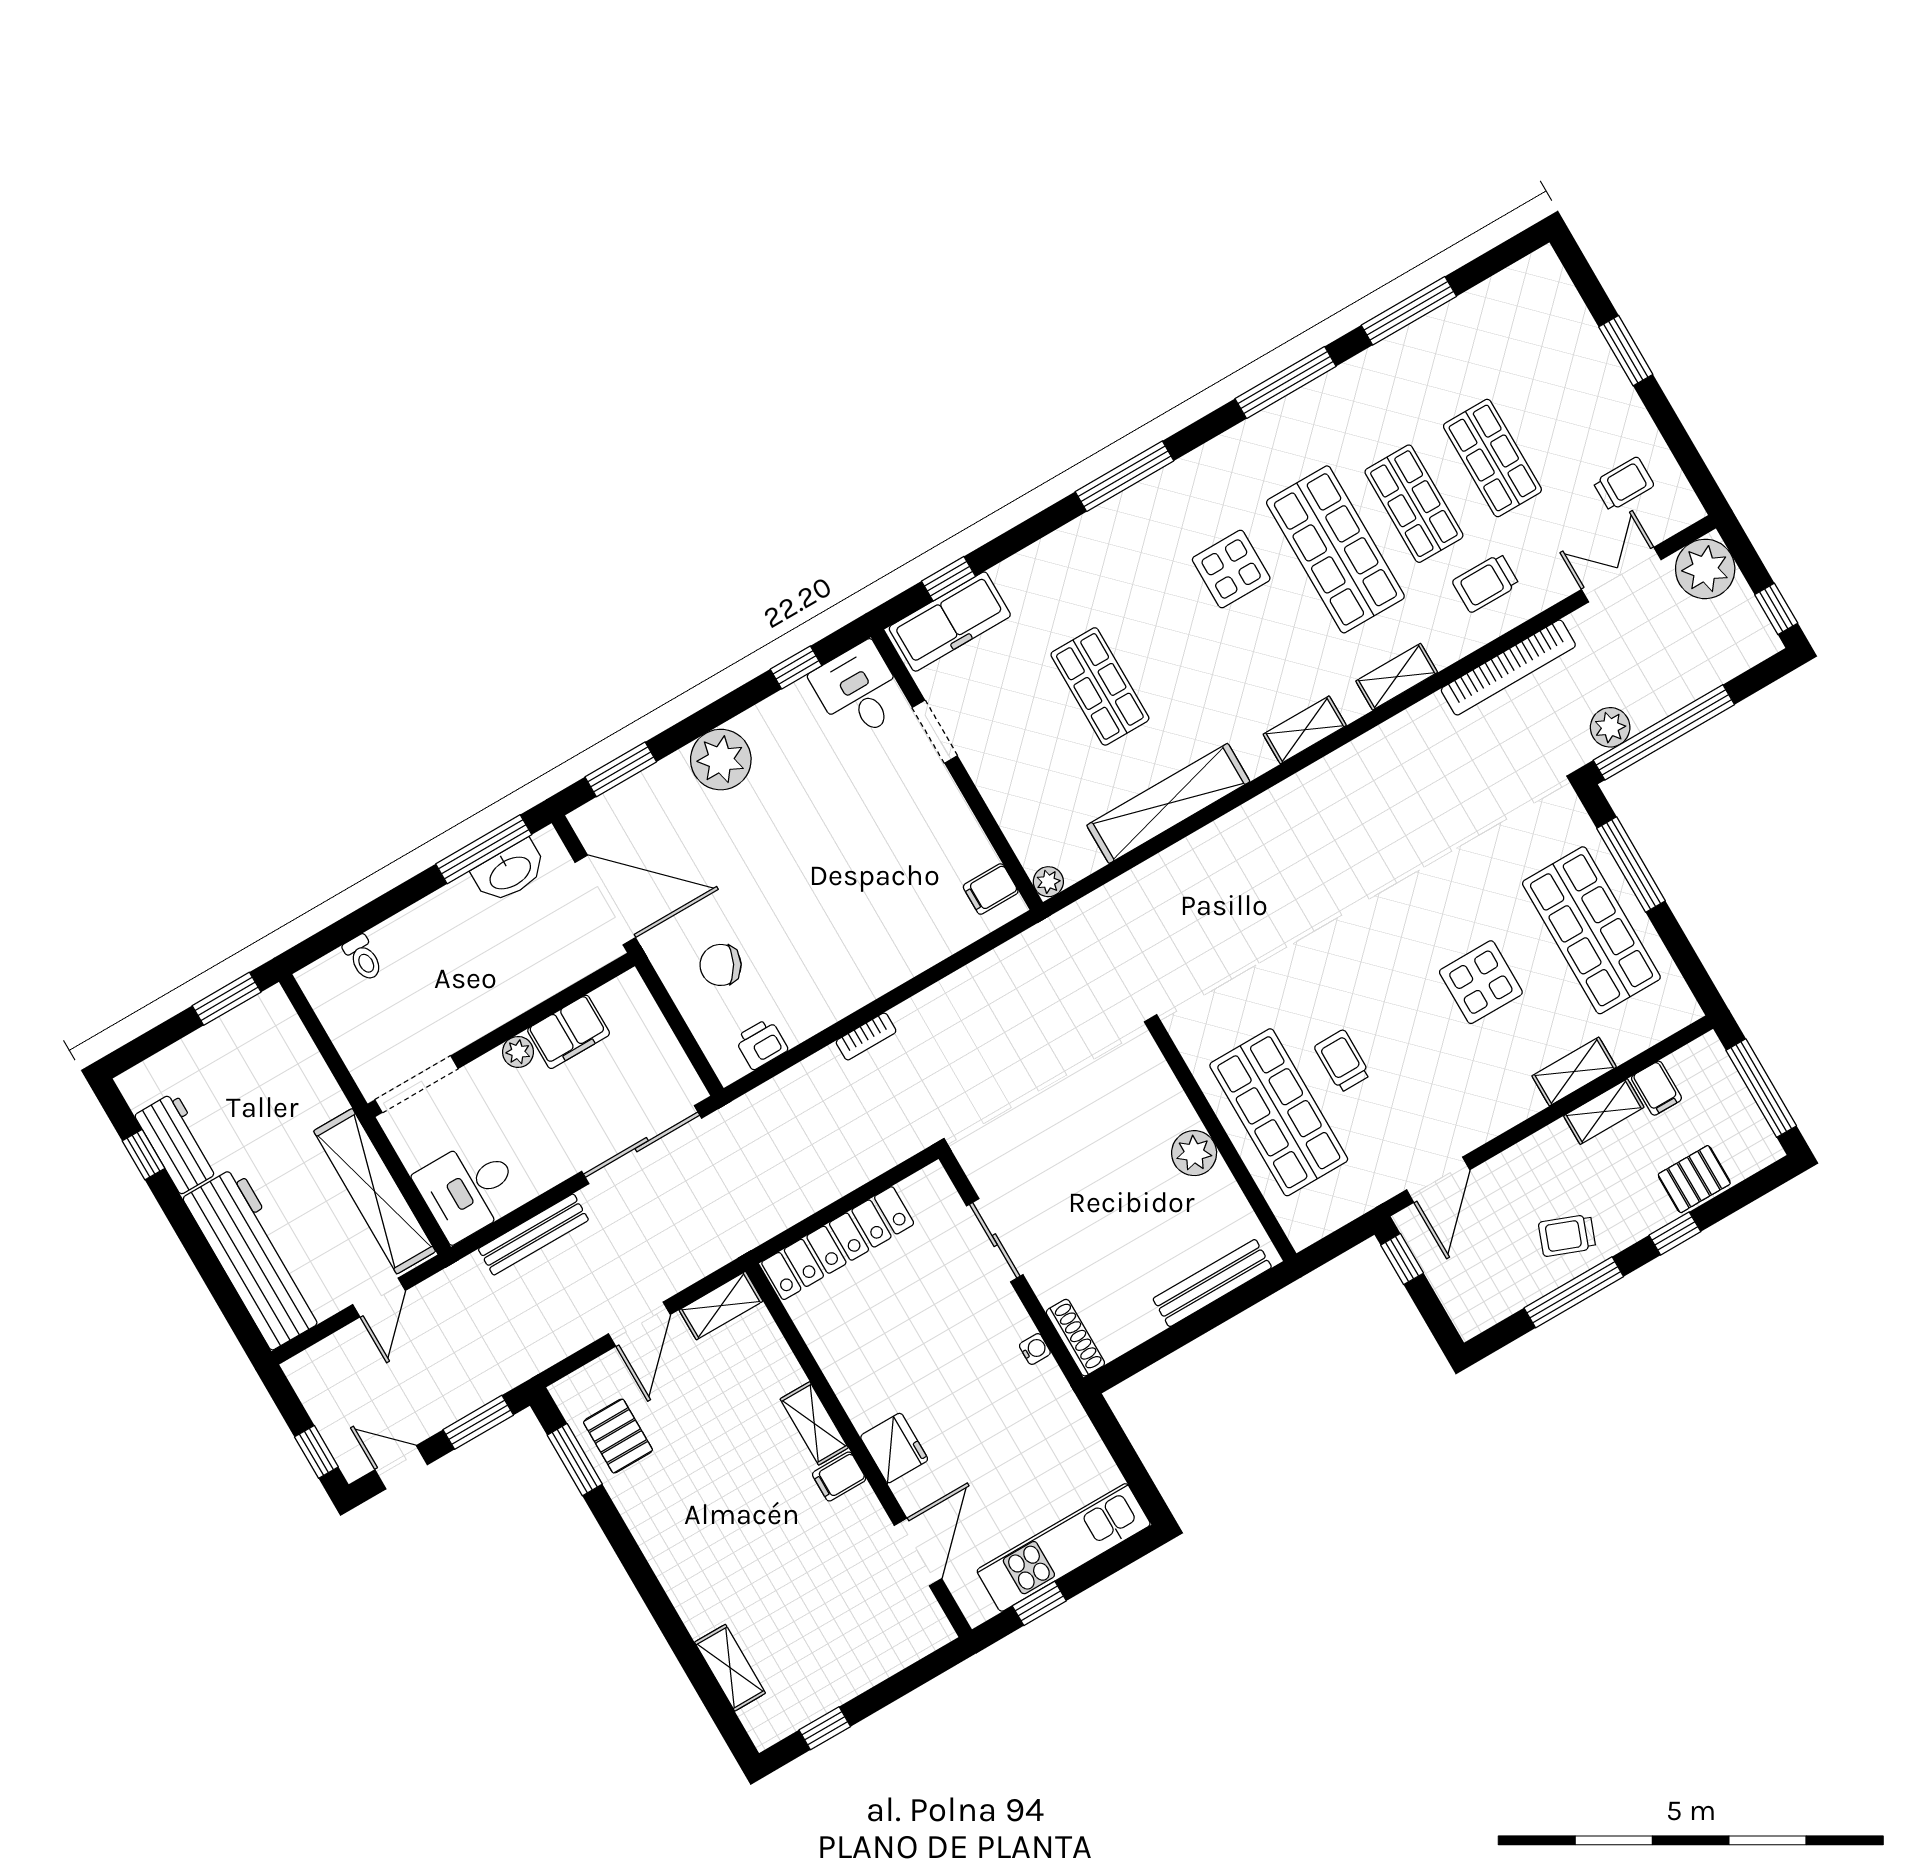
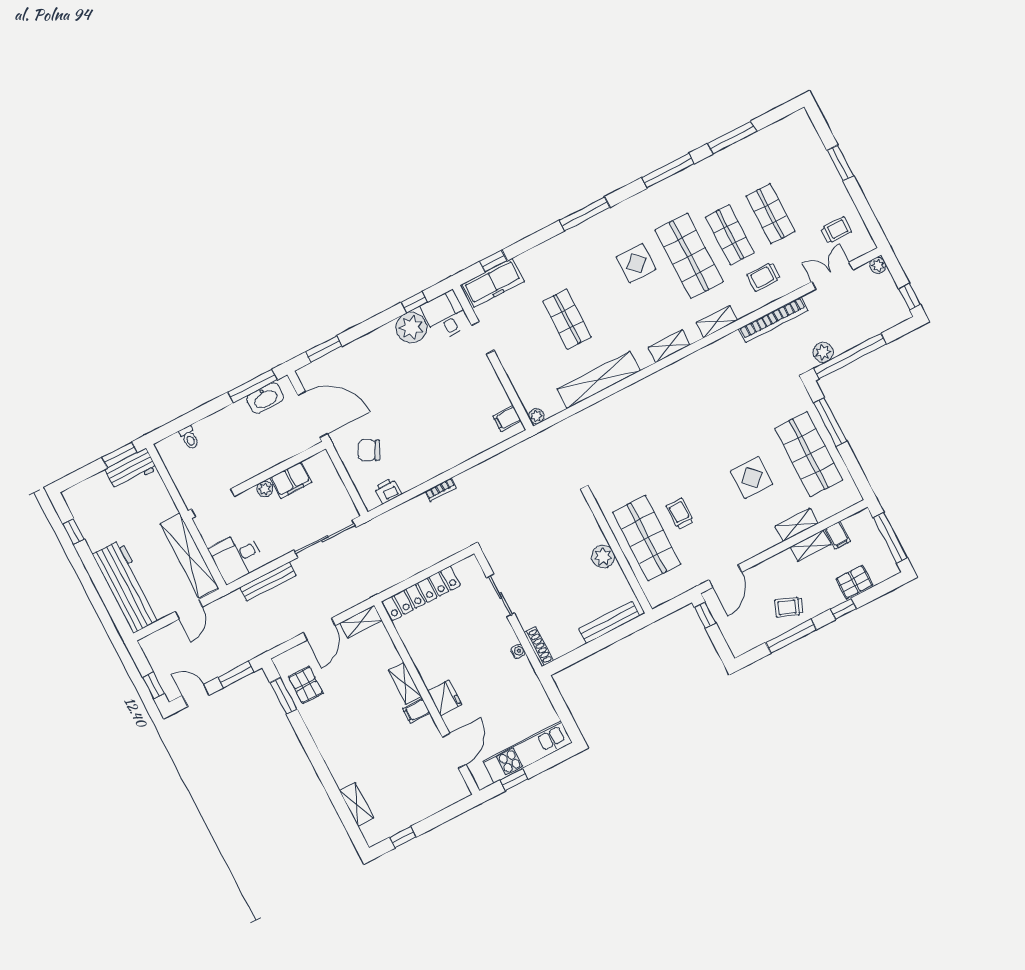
plant: (1705, 569) -> (878, 265), width x0.53, depth x0.53
plant: (721, 760) -> (411, 327), moved
workbench: (178, 1143) -> (131, 469), moved, turned 90

